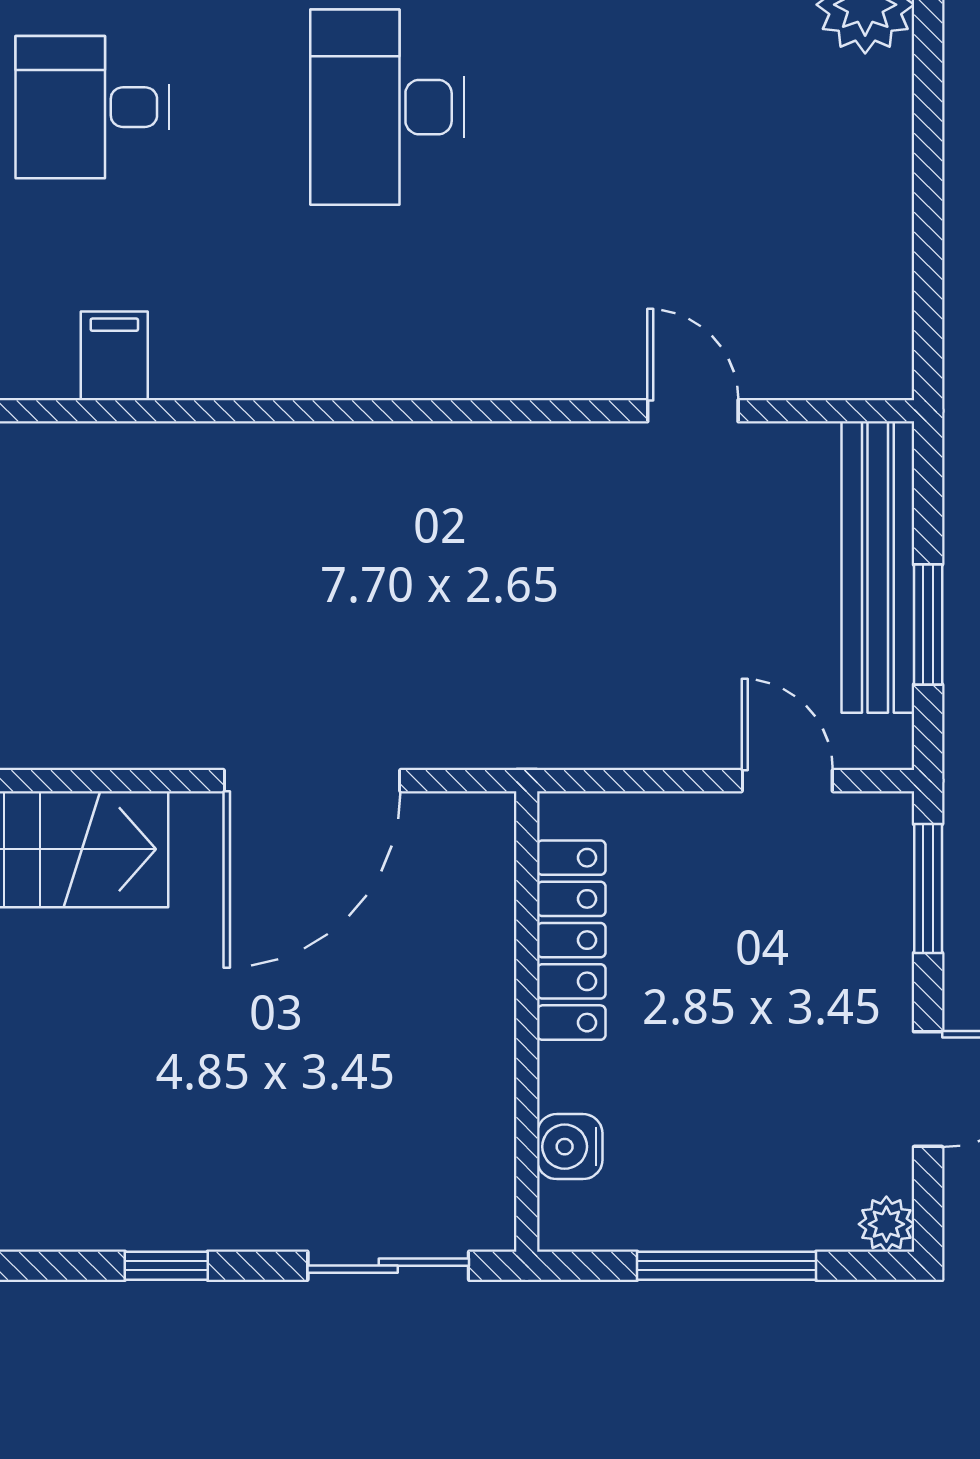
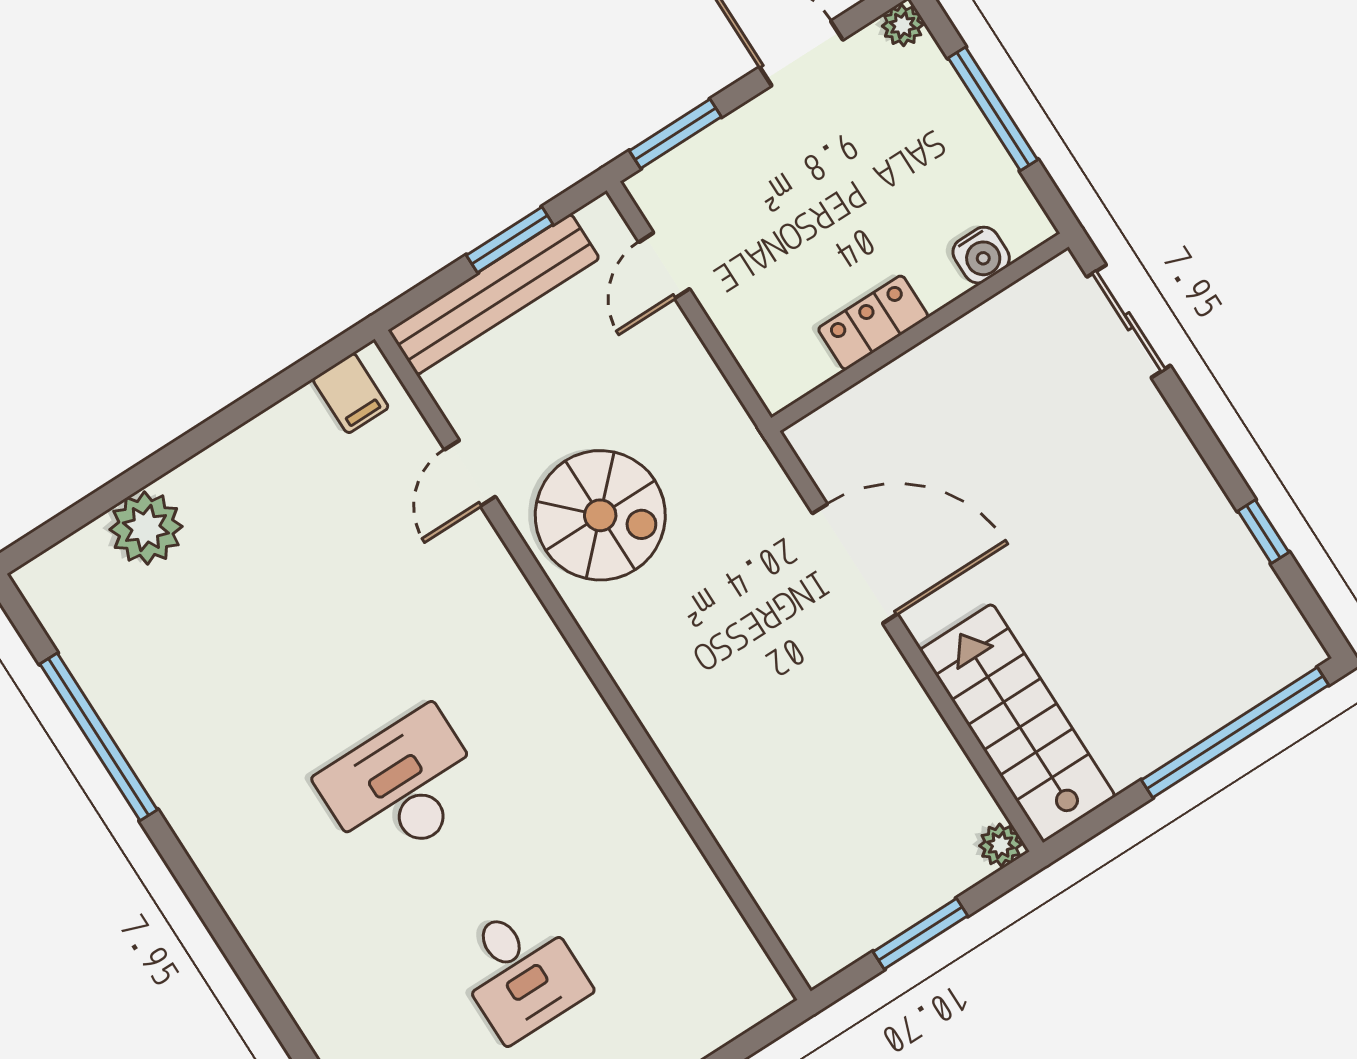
desk: (387, 107) -> (402, 787), turned 180
filing cabinet: (114, 356) -> (351, 393), moved, turned -90
spiral stairs: (551, 528) -> (600, 515), added
locker: (571, 940) -> (873, 323), width x0.66
window: (166, 1266) -> (1263, 532), moved

